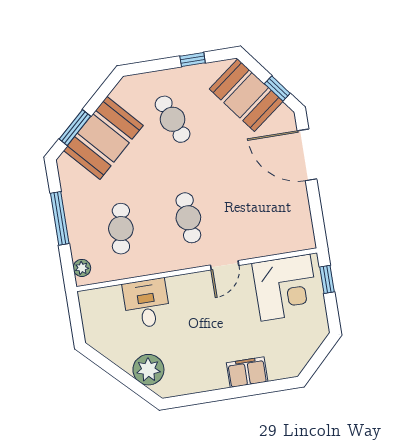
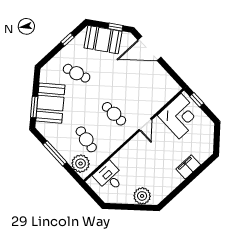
plant: (82, 268) -> (81, 164), width x1.88, depth x1.88
desk: (147, 303) -> (109, 177), moved

